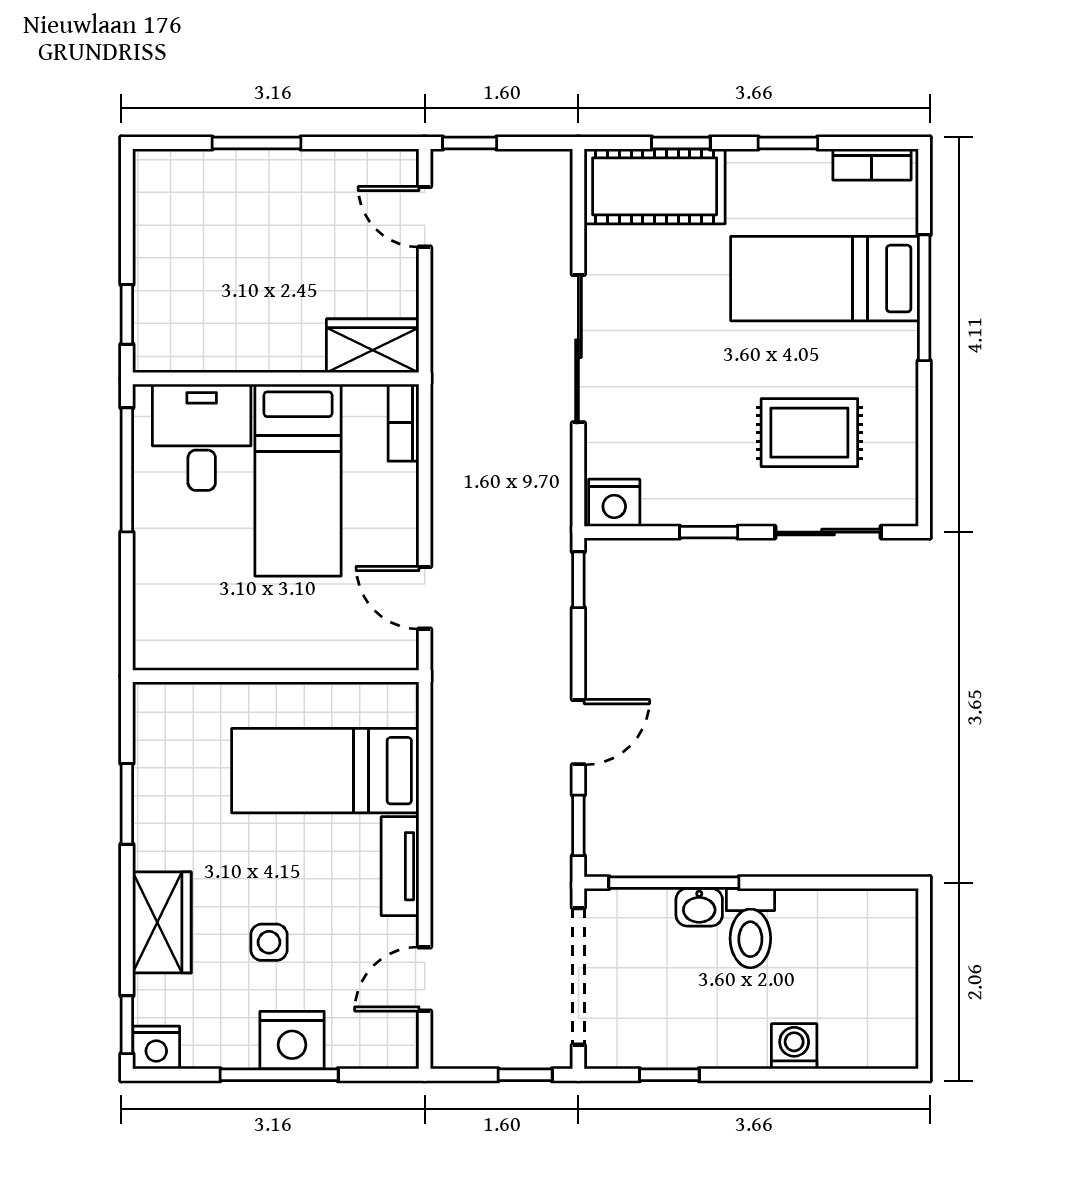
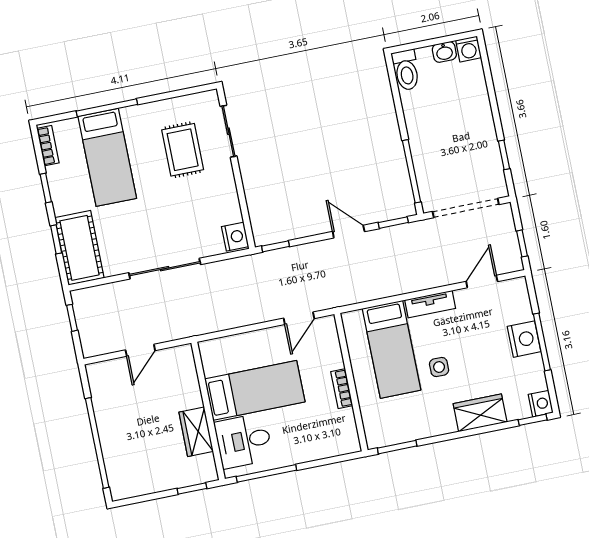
window: (256, 143) -> (97, 443), width x2.11
window: (470, 143) -> (72, 318), moved
door: (425, 217) -> (140, 350), moved
wardrobe: (373, 346) -> (196, 432), moved
bookcase: (404, 423) -> (342, 389), moved, turned 90
window: (709, 532) -> (240, 188), removed
window: (127, 804) -> (397, 447), moved
washbasin: (699, 907) -> (444, 52), moved, turned 90
toilet: (750, 928) -> (406, 70), moved, turned 90
side table: (269, 942) -> (439, 367), moved
door: (425, 979) -> (482, 281), swing flipped
washing machine: (794, 1046) -> (469, 49), moved, turned -90
window: (525, 1075) -> (522, 243), moved

